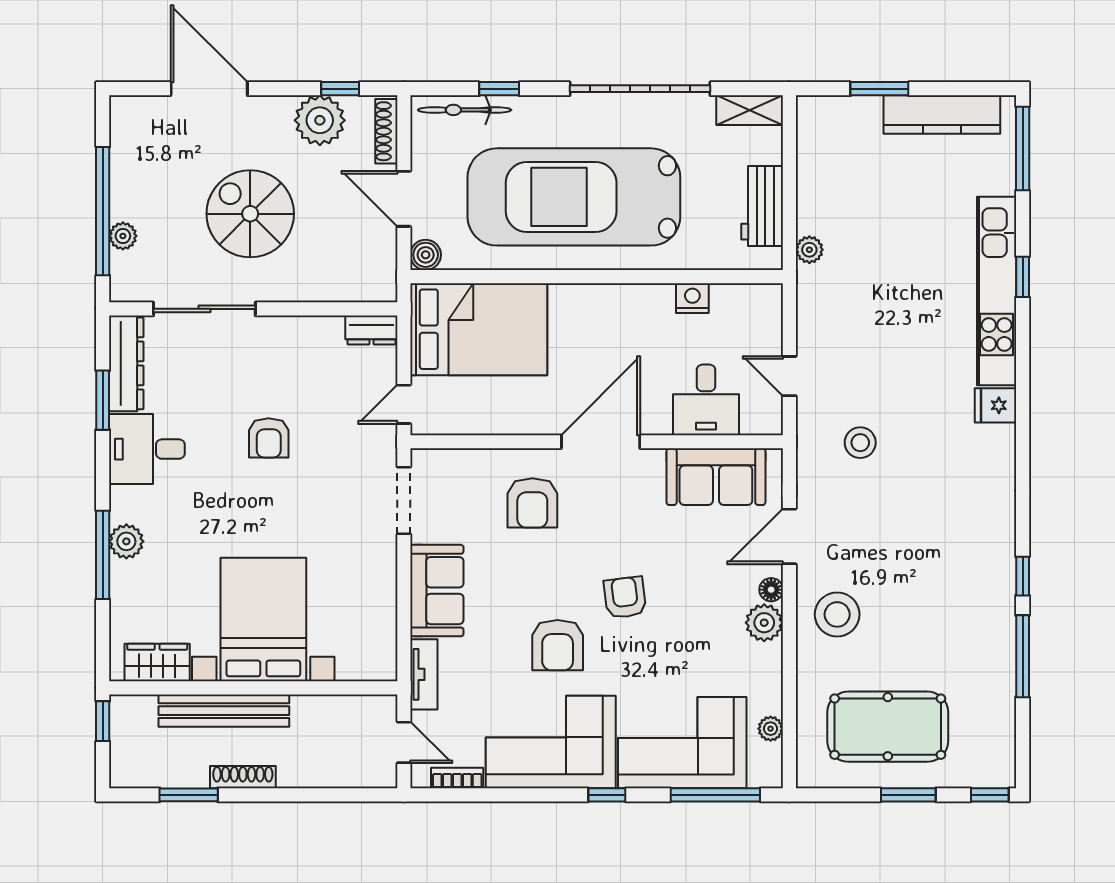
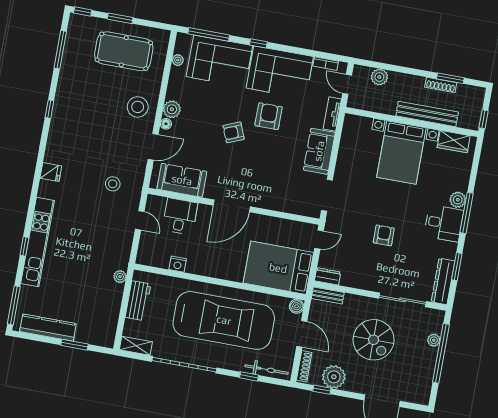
bench: (364, 290) -> (328, 295), added
fridge: (995, 405) -> (51, 172), moved
desk: (147, 449) -> (444, 223), moved
armchair: (532, 503) -> (268, 184), removed
window: (103, 555) -> (467, 213), moved
armchair: (625, 597) -> (234, 132), turned 75
window: (1023, 656) -> (60, 50), moved
plant: (339, 770) -> (379, 77), added
shoe rack: (243, 777) -> (441, 85), moved

